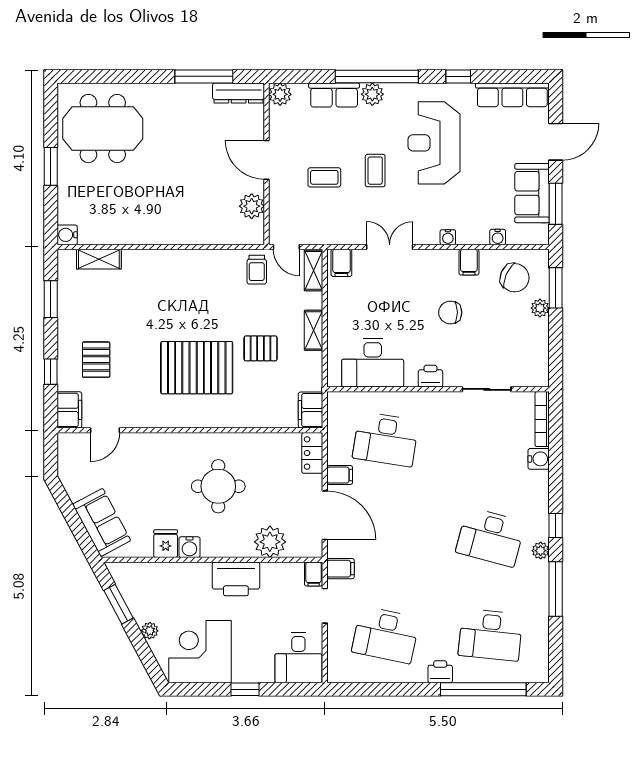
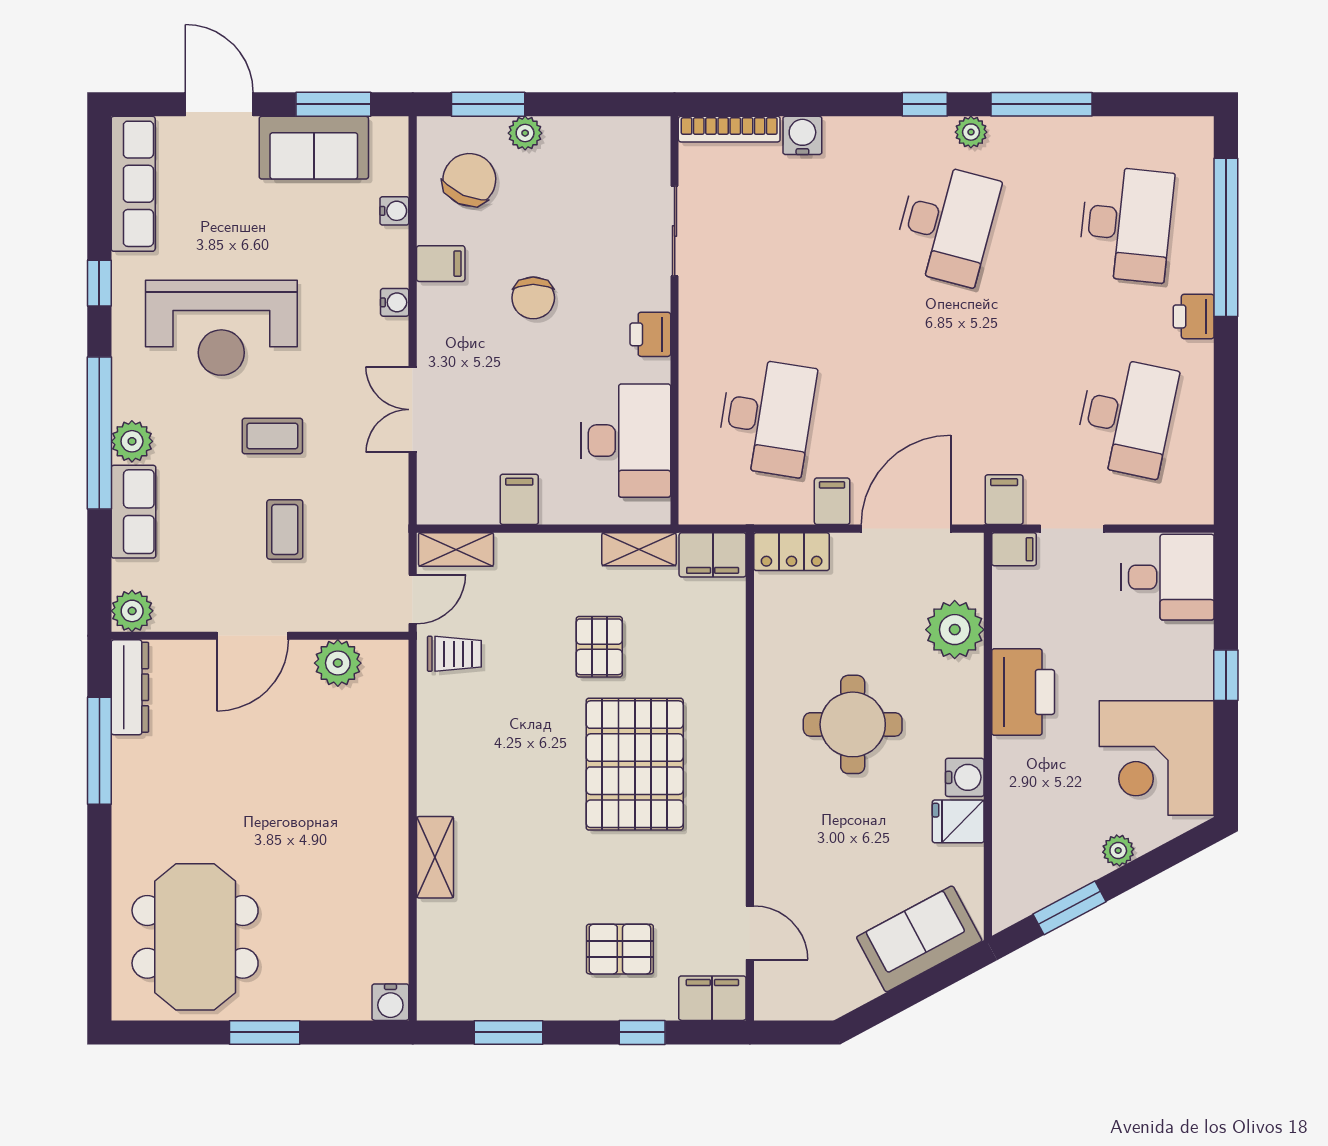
shelving: (99, 259) -> (435, 857), moved
filing cabinet: (341, 263) -> (519, 499), moved, turned -90
shelving: (314, 330) -> (639, 549), moved

